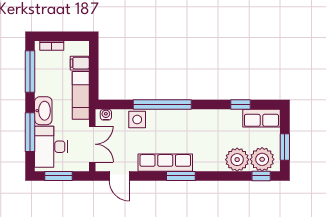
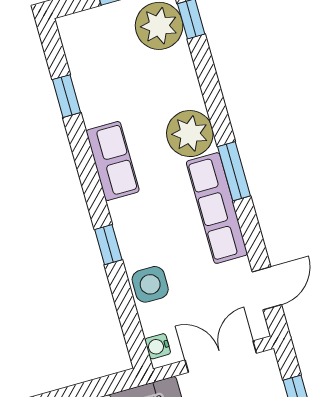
window: (162, 105) -> (108, 245), width x0.32
row of seats: (261, 118) -> (113, 161), moved
plant: (237, 160) -> (190, 134), moved

